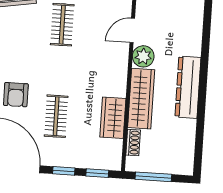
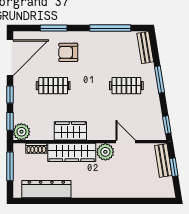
dresser: (188, 87) -> (46, 189), moved
wardrobe: (113, 118) -> (70, 131), moved
plant: (111, 160) -> (21, 132), added

